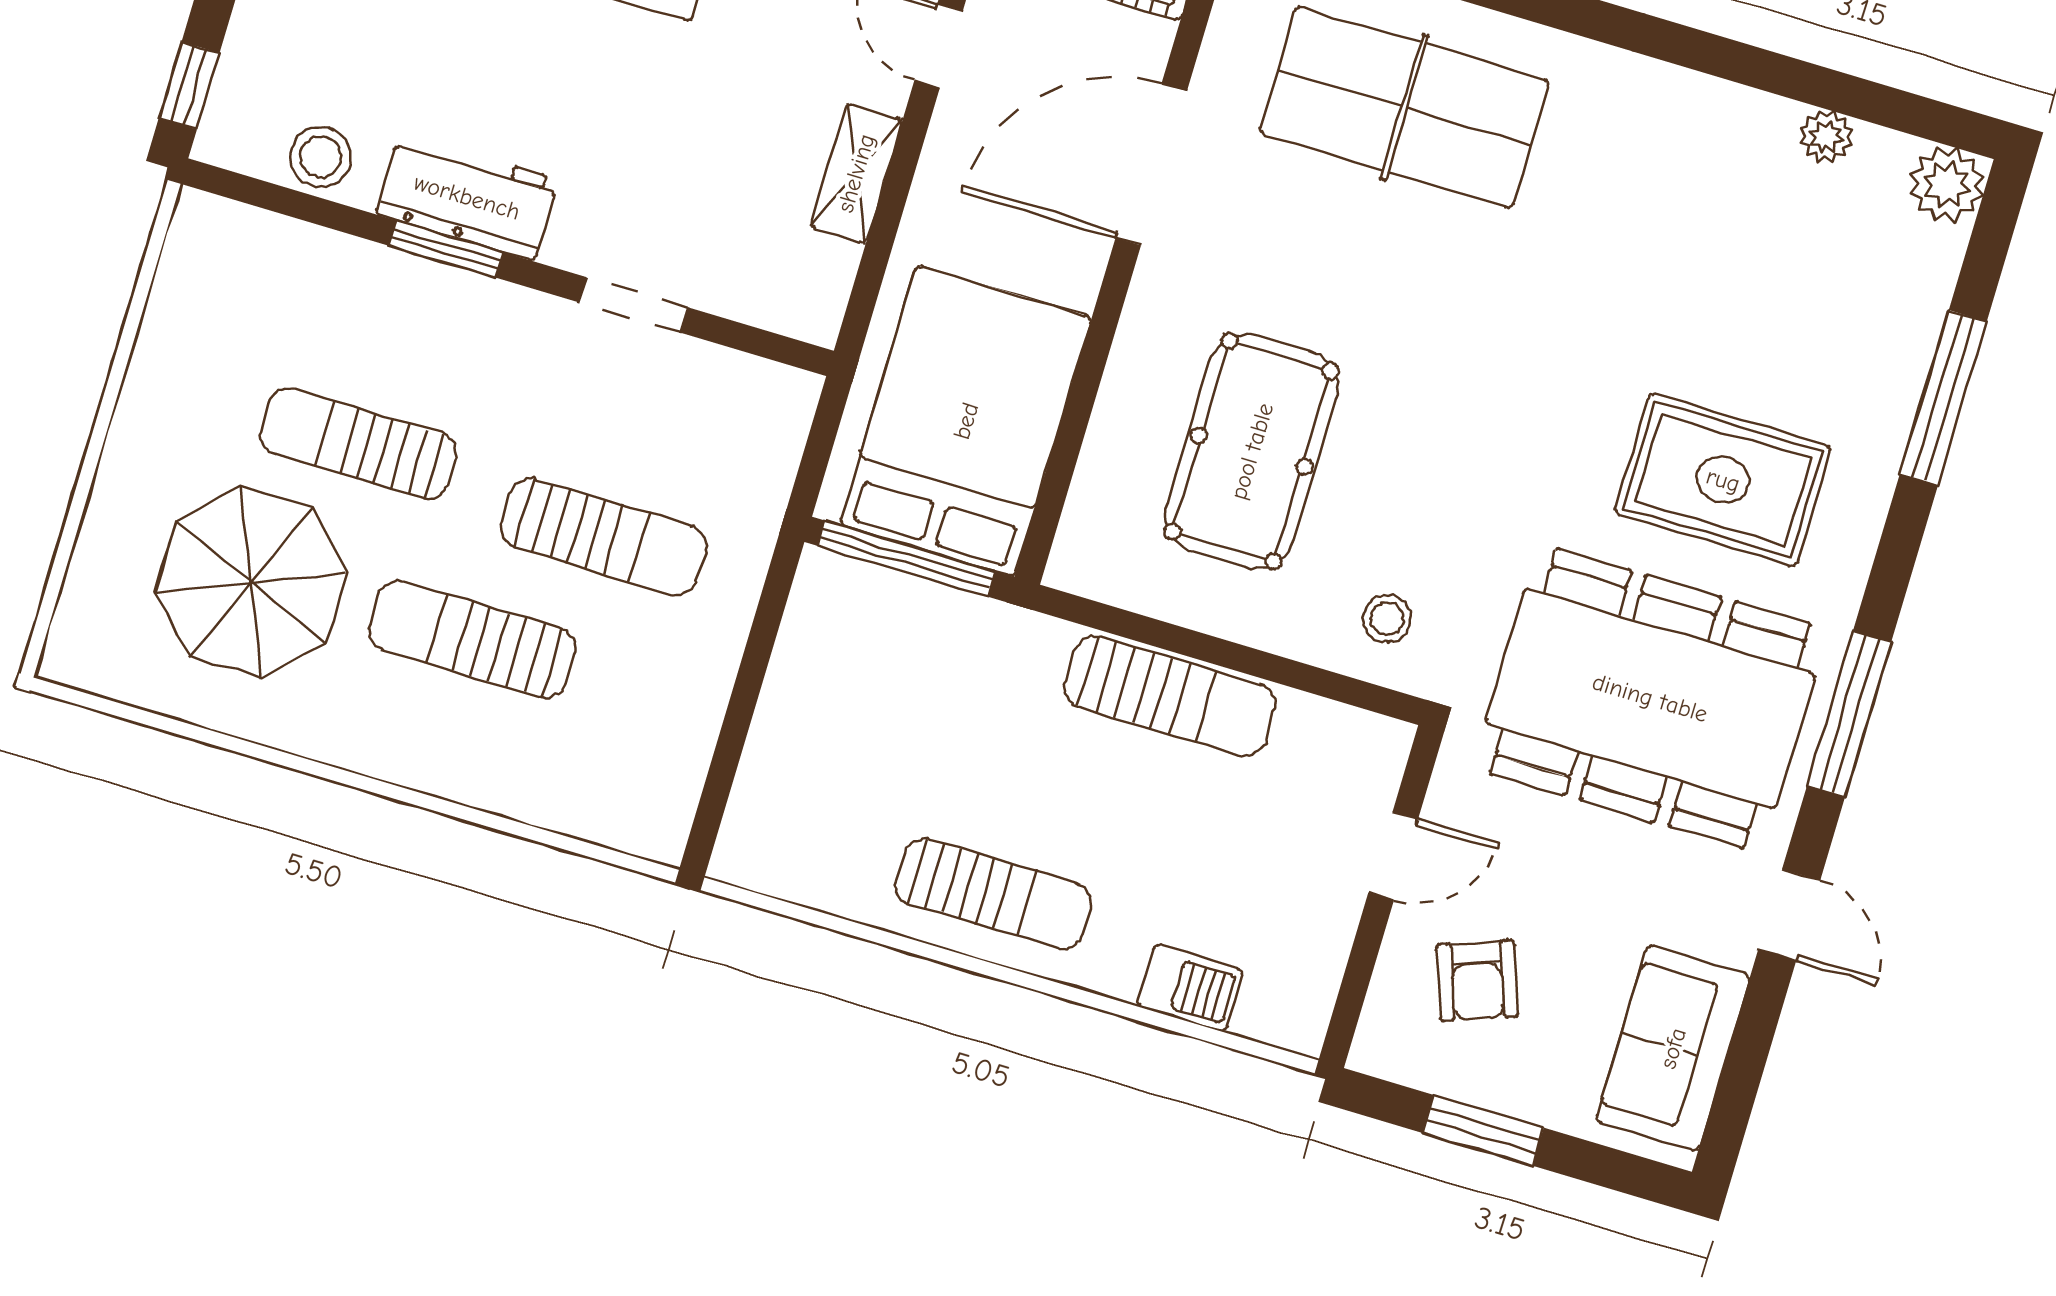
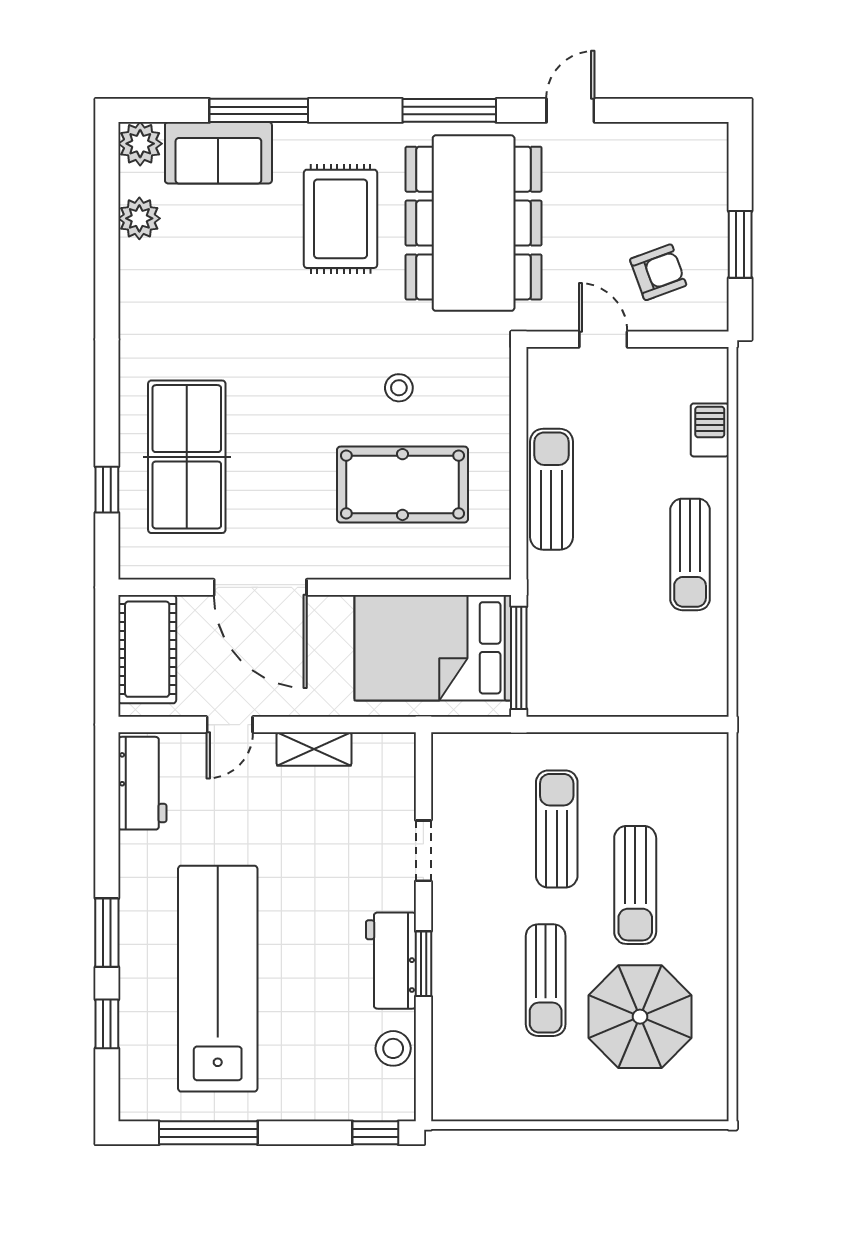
plant: (1826, 137) -> (139, 218), width x1.38, depth x1.38
stool: (1387, 619) -> (399, 388), moved
sun lounger: (993, 894) -> (690, 554), turned 180
sofa: (1673, 1048) -> (218, 153), moved

